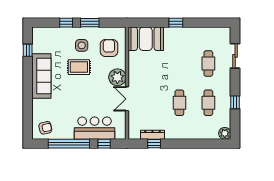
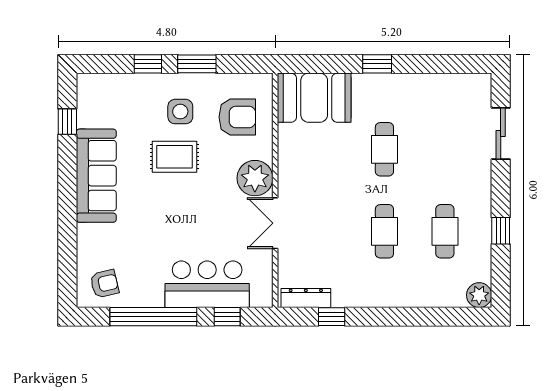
armchair: (109, 48) -> (237, 117), turned 90
cafe table: (208, 63) -> (384, 149), moved
dresser: (152, 135) -> (306, 298), moved

